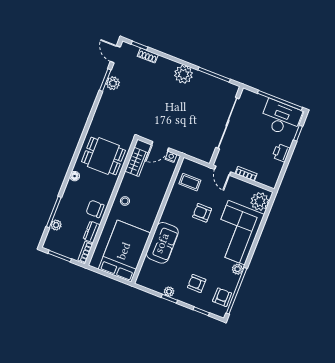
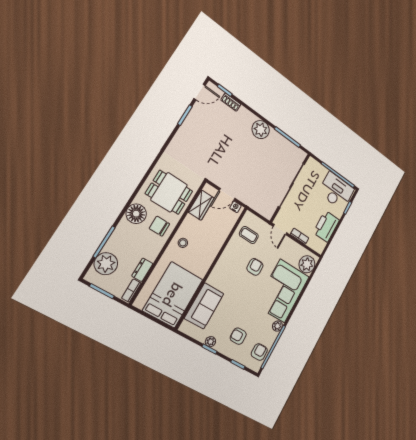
door: (115, 54) -> (200, 92), swing flipped
plant: (113, 83) -> (192, 120), removed
printer: (281, 153) -> (326, 226), width x1.87, depth x1.48
floor lamp: (75, 176) -> (136, 214), width x1.89, depth x1.89
chair: (95, 209) -> (159, 226), moved
armchair: (202, 213) -> (255, 267), turned 90
plant: (56, 225) -> (106, 264), width x1.87, depth x1.87
sofa: (162, 243) -> (204, 306), moved

